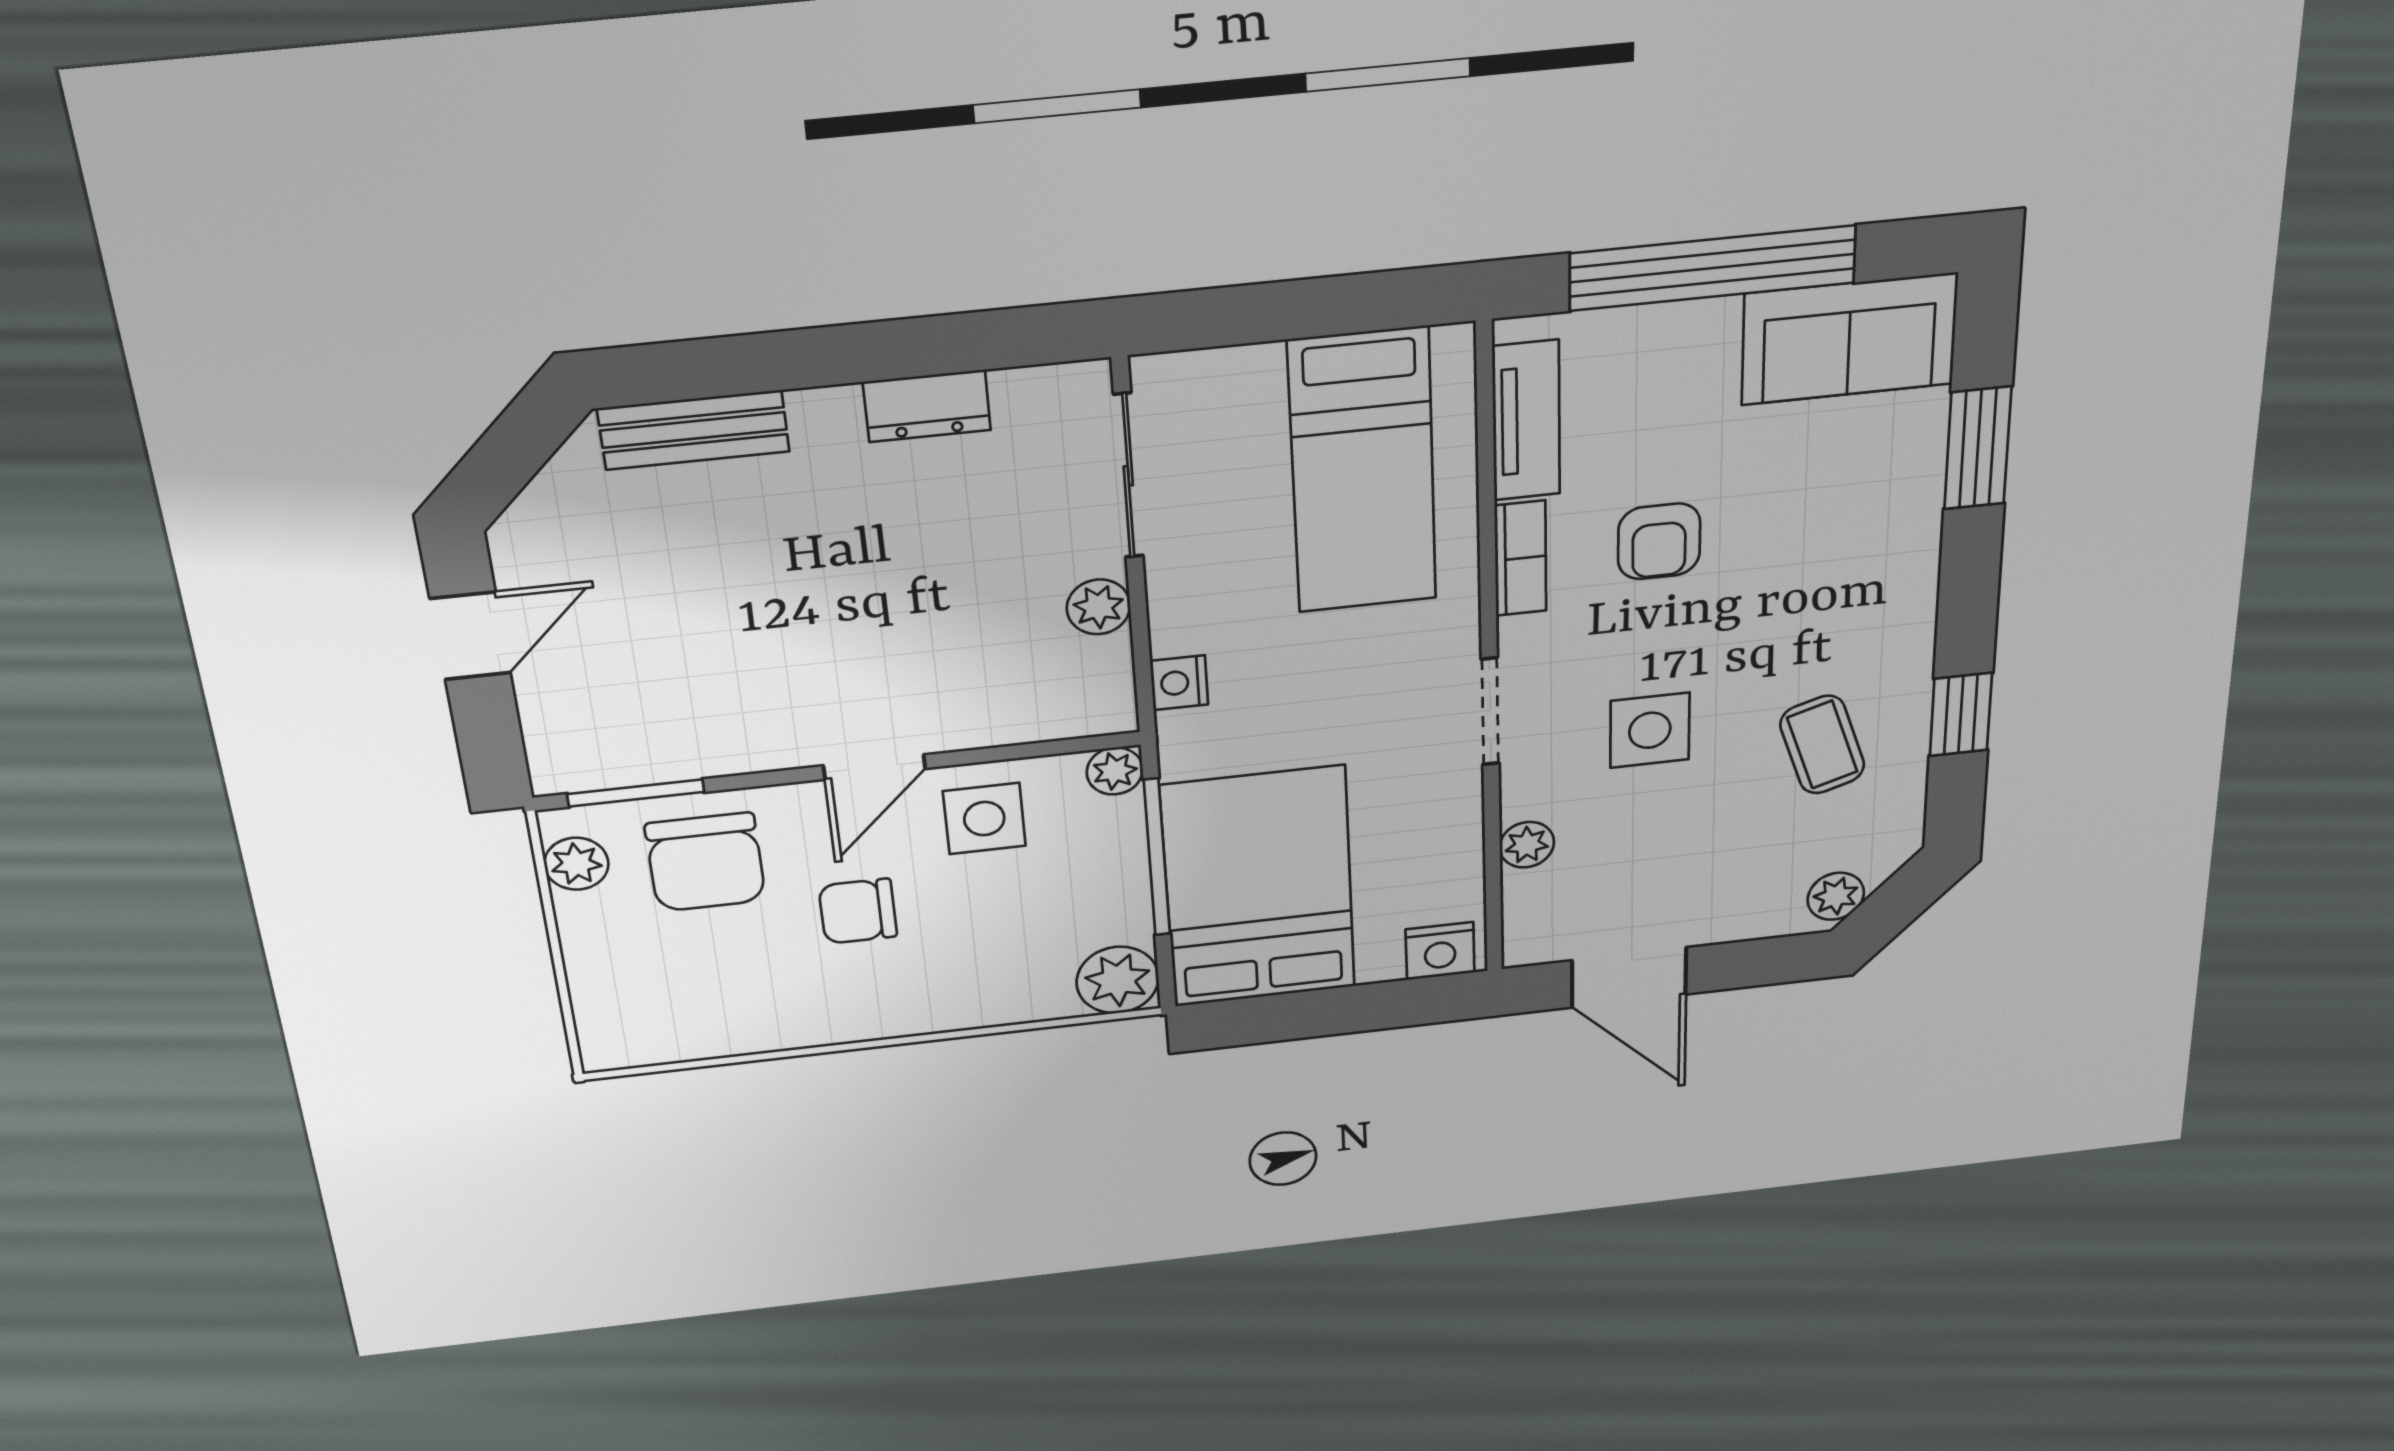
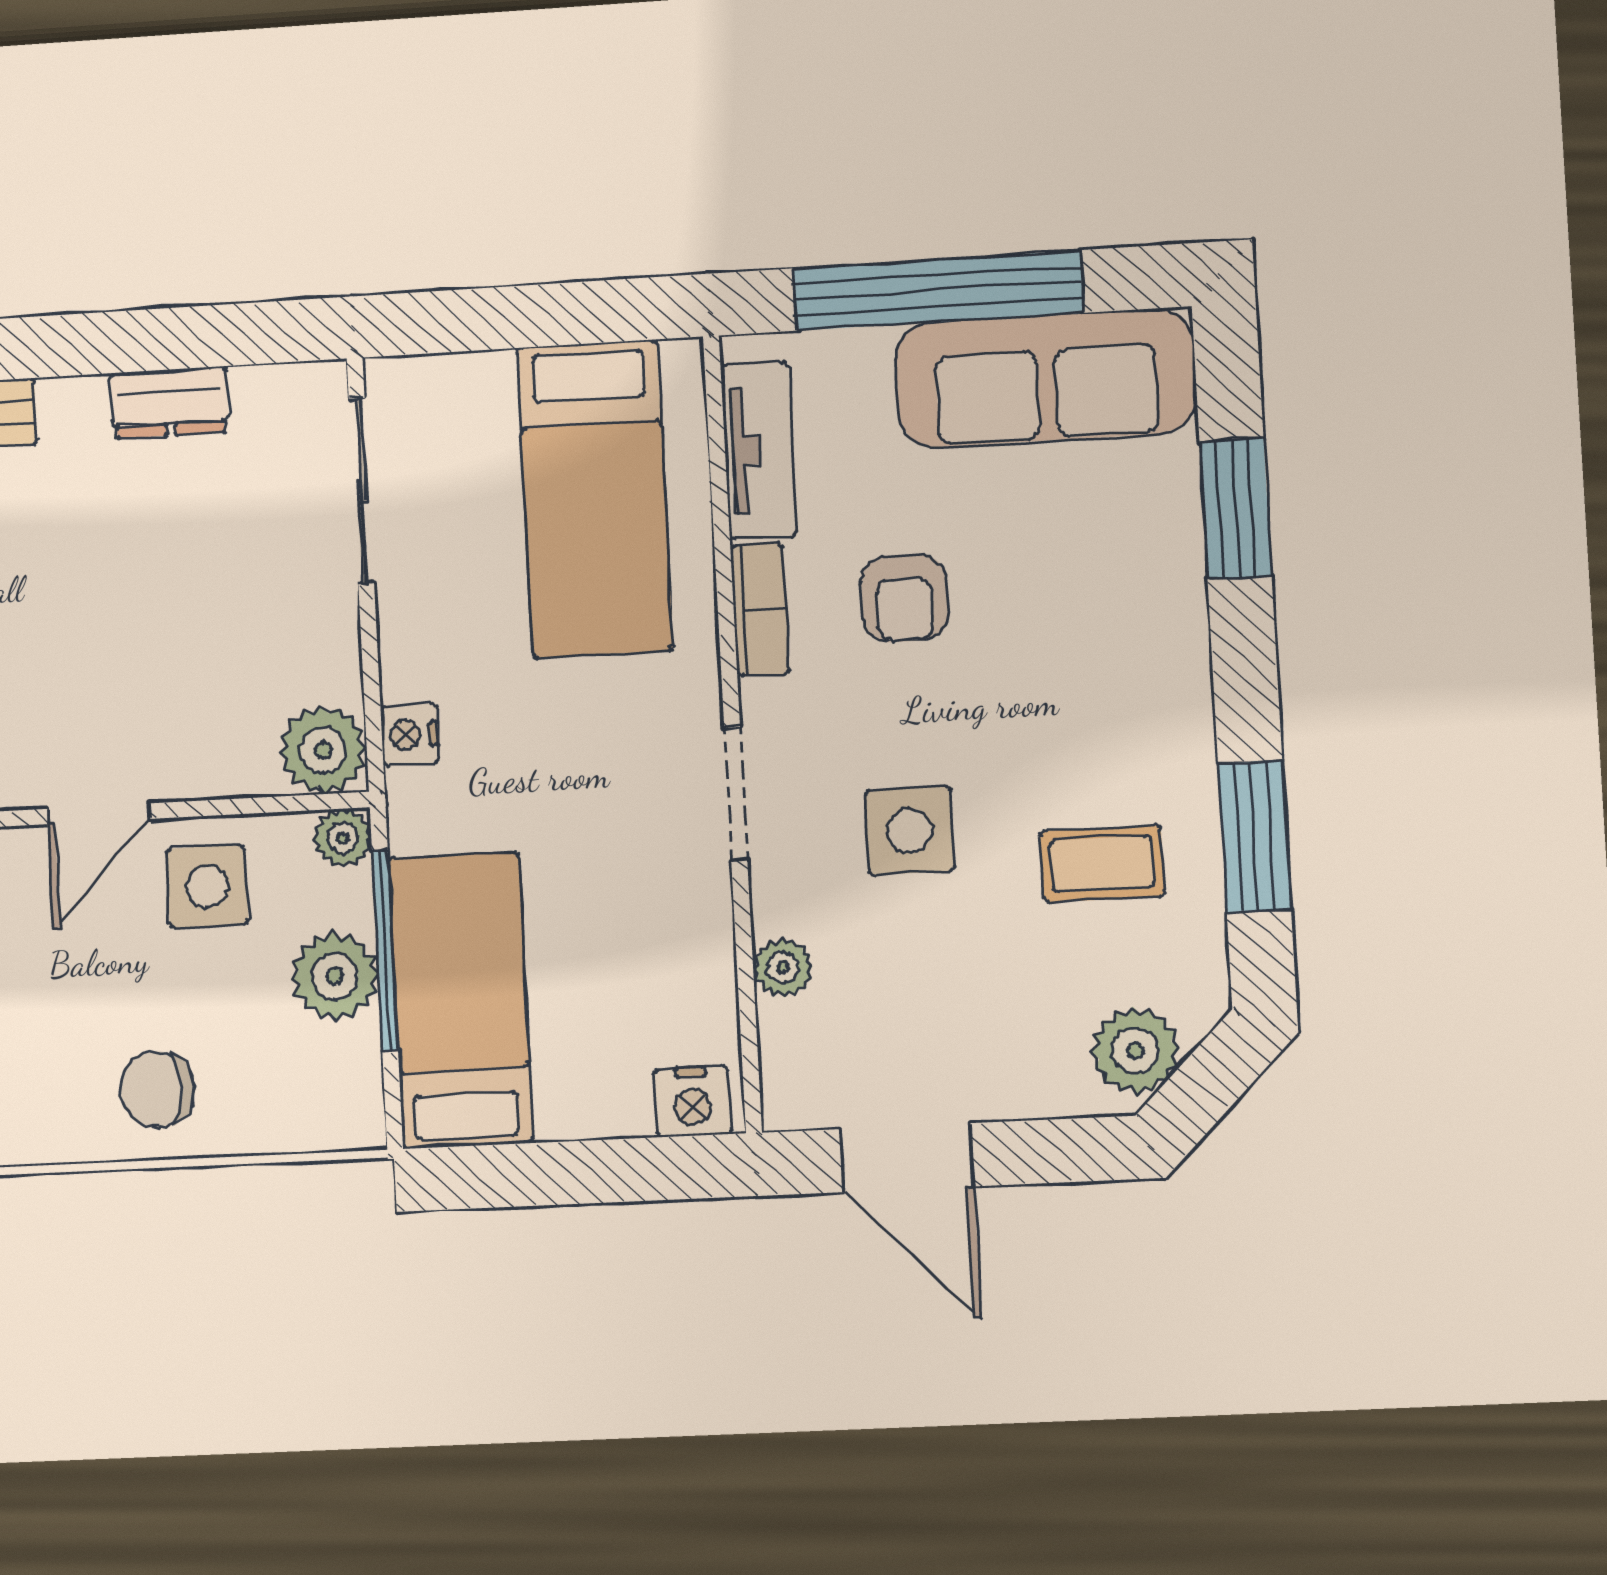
sofa: (1849, 339) -> (1046, 378), width x1.36
plant: (1099, 607) -> (323, 750), moved, width x1.38, depth x1.38
window: (1961, 714) -> (1254, 836), width x1.50
coffee table: (1822, 745) -> (1102, 864), turned -72
bed: (1259, 888) -> (460, 1000), width x0.67
plant: (1836, 896) -> (1135, 1050), width x1.38, depth x1.38
chair: (858, 911) -> (157, 1089), moved
plant: (1118, 980) -> (335, 976), moved

